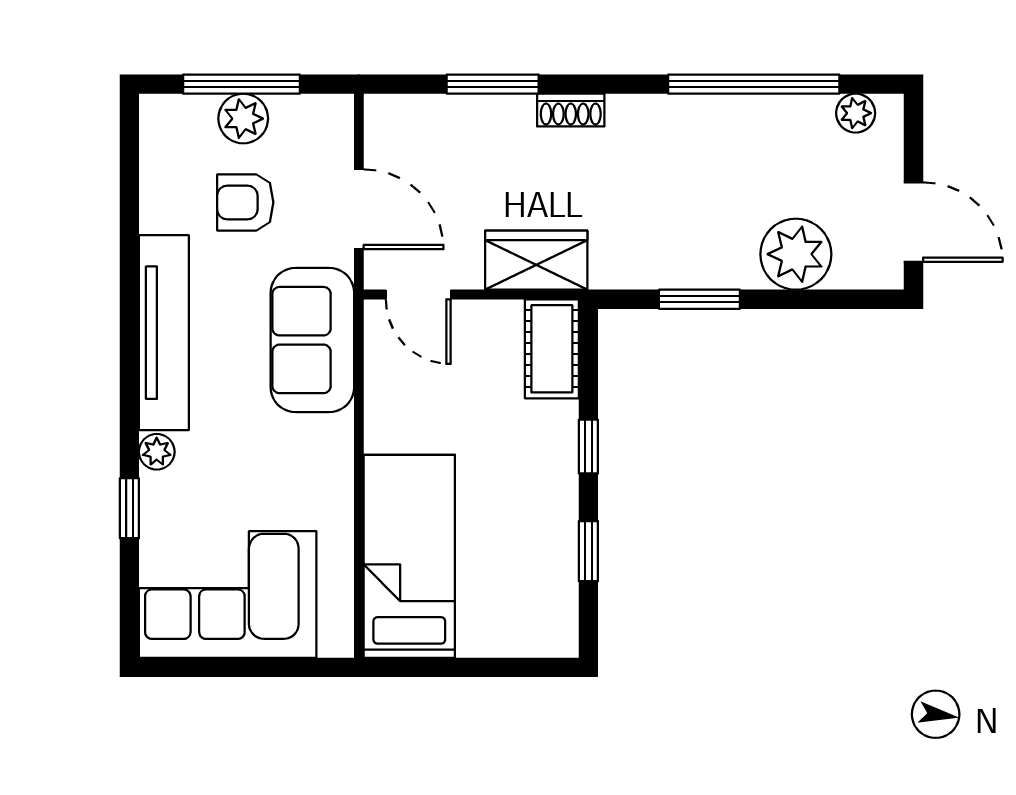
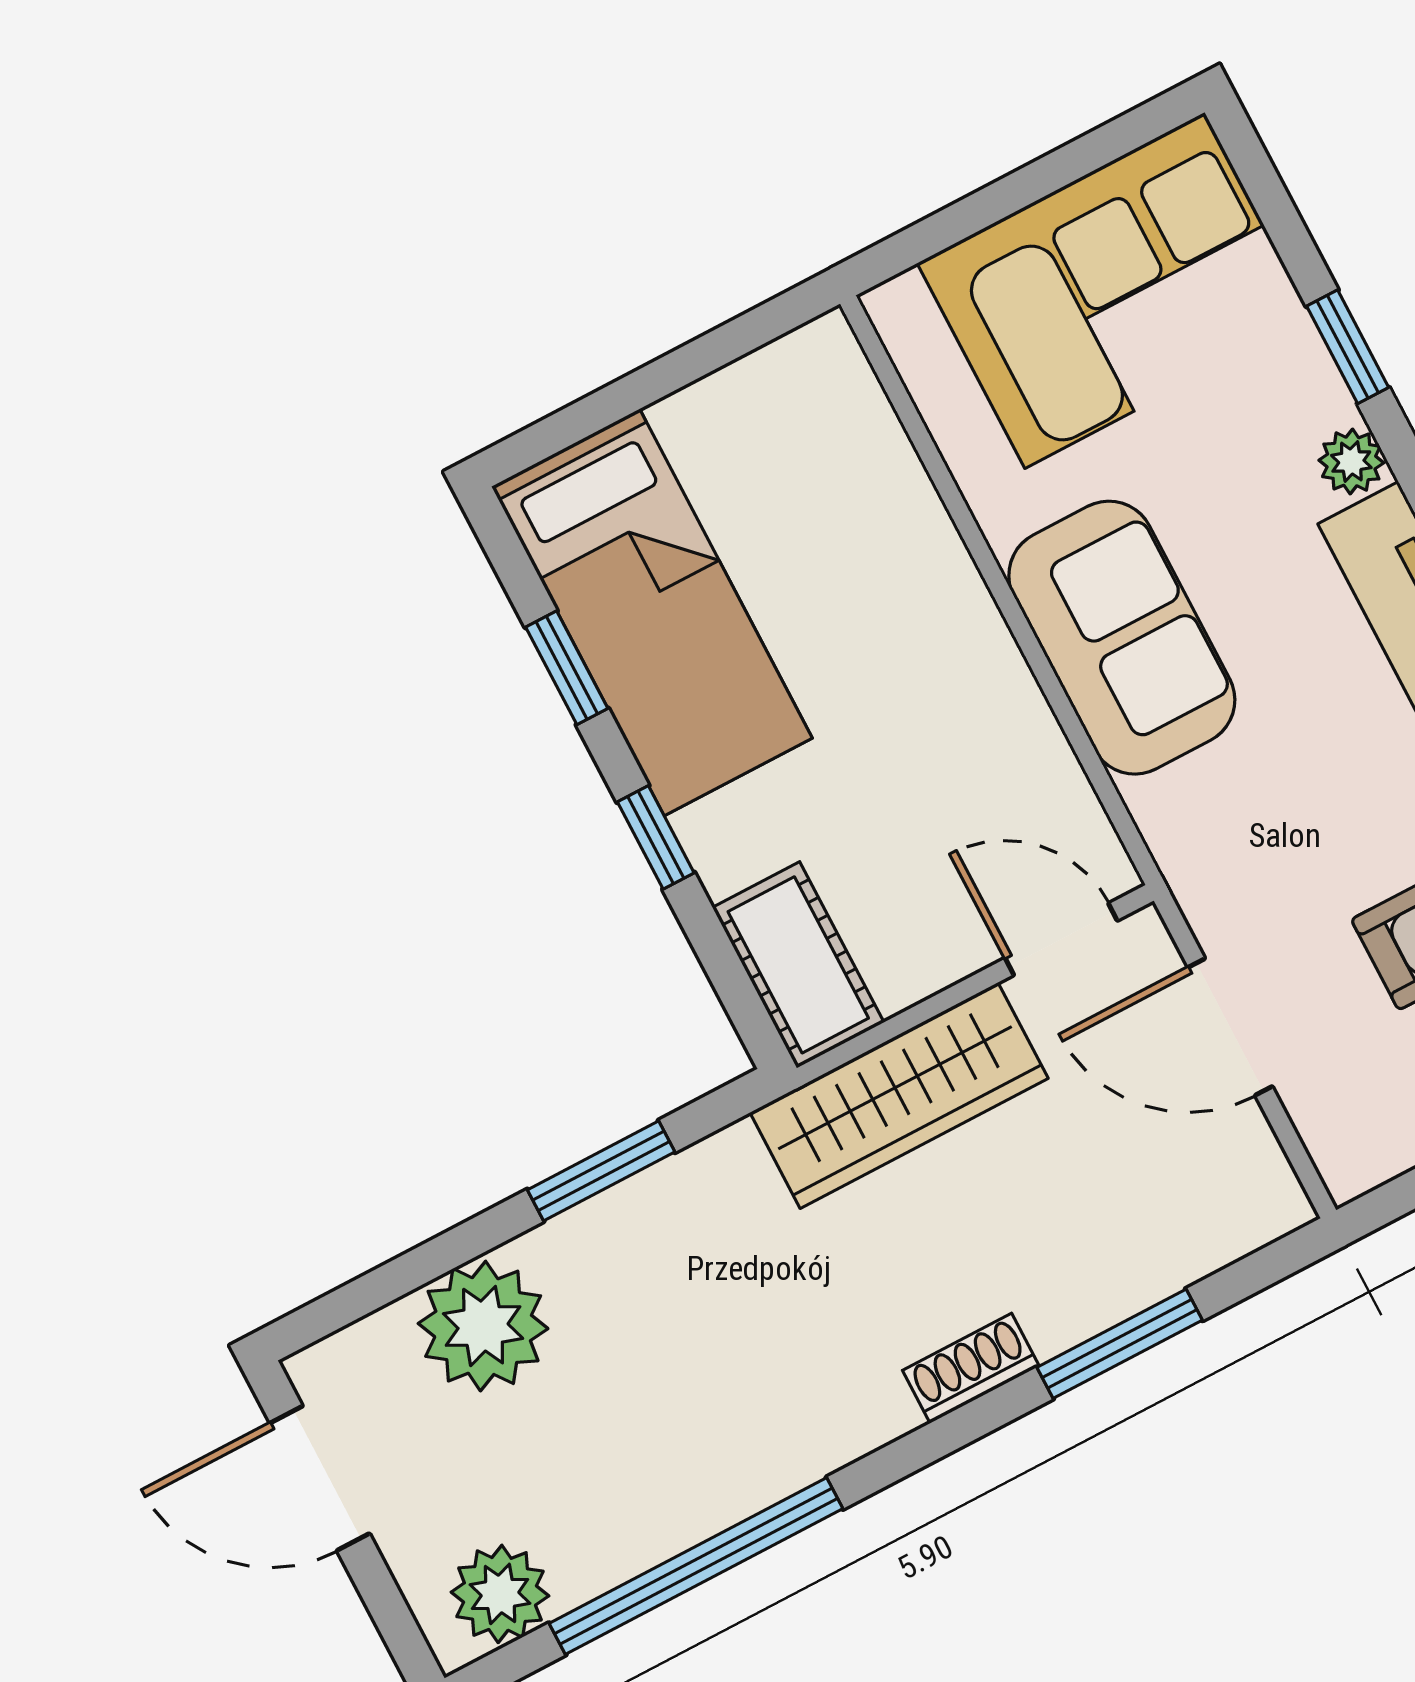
plant: (856, 113) -> (500, 1594), width x1.38, depth x1.38
wardrobe: (536, 260) -> (899, 1095), width x1.50
sofa: (312, 340) -> (1122, 638), moved
bed: (409, 556) -> (652, 612), moved

